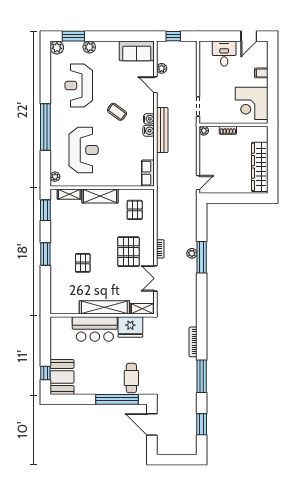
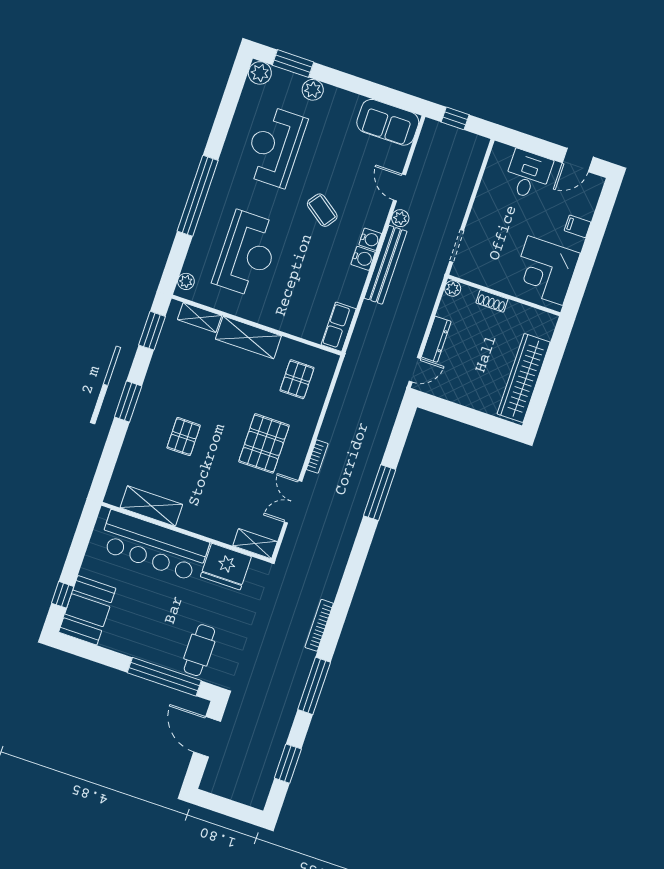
plant: (162, 68) -> (400, 218), moved
dresser: (204, 162) -> (436, 339), added
plant: (192, 253) -> (366, 481), removed
shelving: (104, 307) -> (151, 506), moved, width x0.68
bar counter: (95, 329) -> (154, 546), width x1.36

